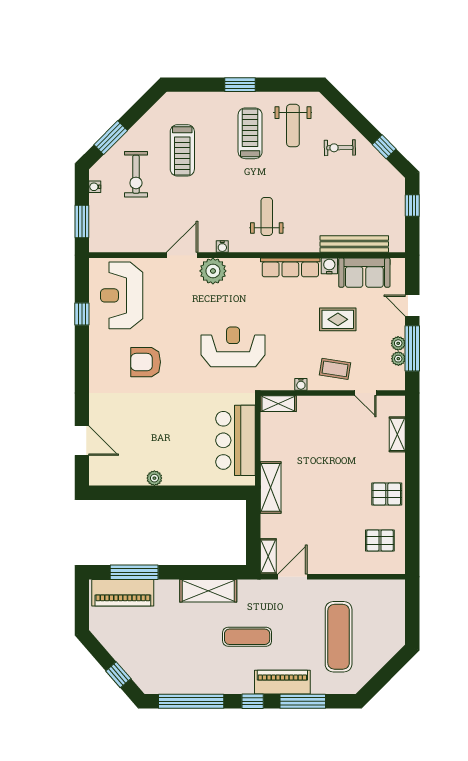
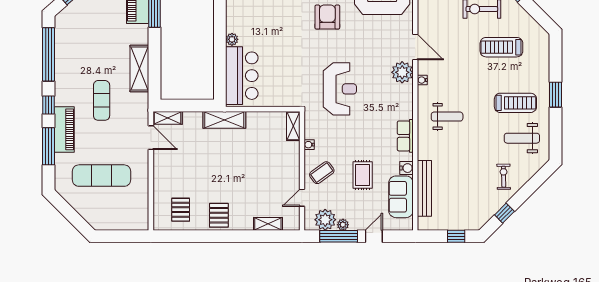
row of seats: (290, 267) -> (405, 136), width x0.68
plant: (398, 359) -> (325, 220), width x1.88, depth x1.88
coffee table: (335, 369) -> (322, 173), turned 45
bar counter: (235, 440) -> (242, 76), moved, turned 90
plant: (154, 478) -> (232, 39), moved

